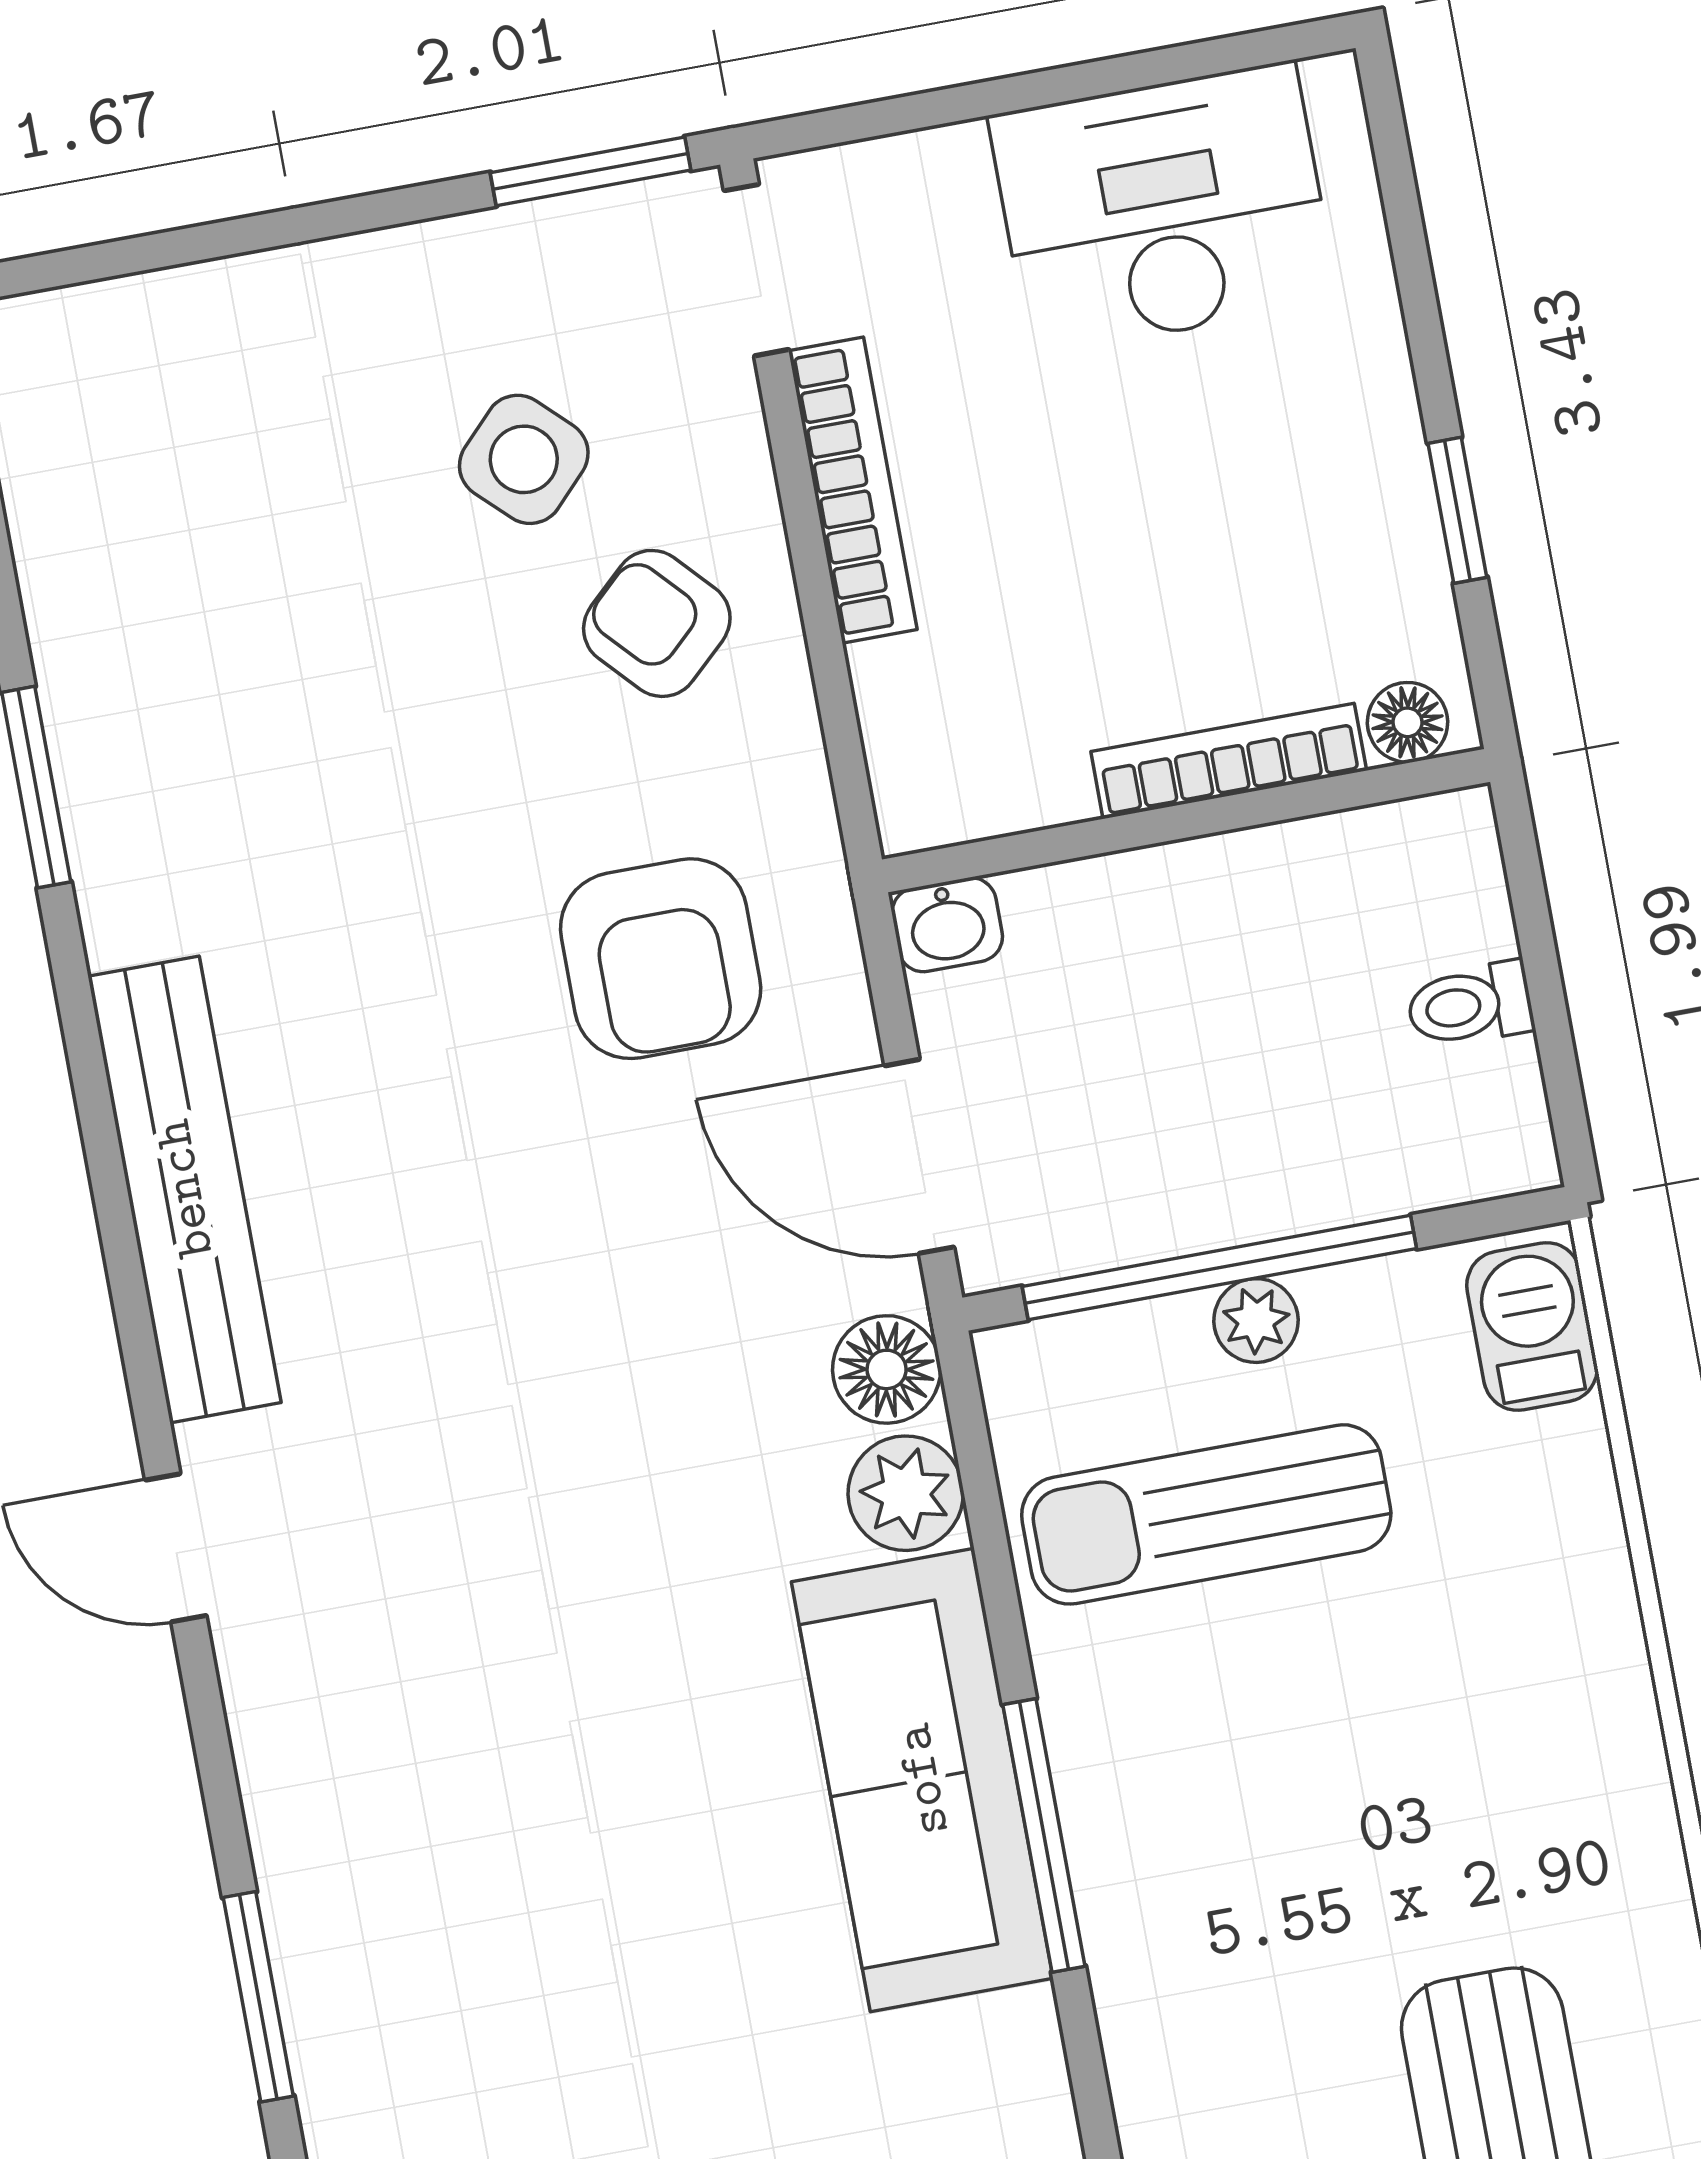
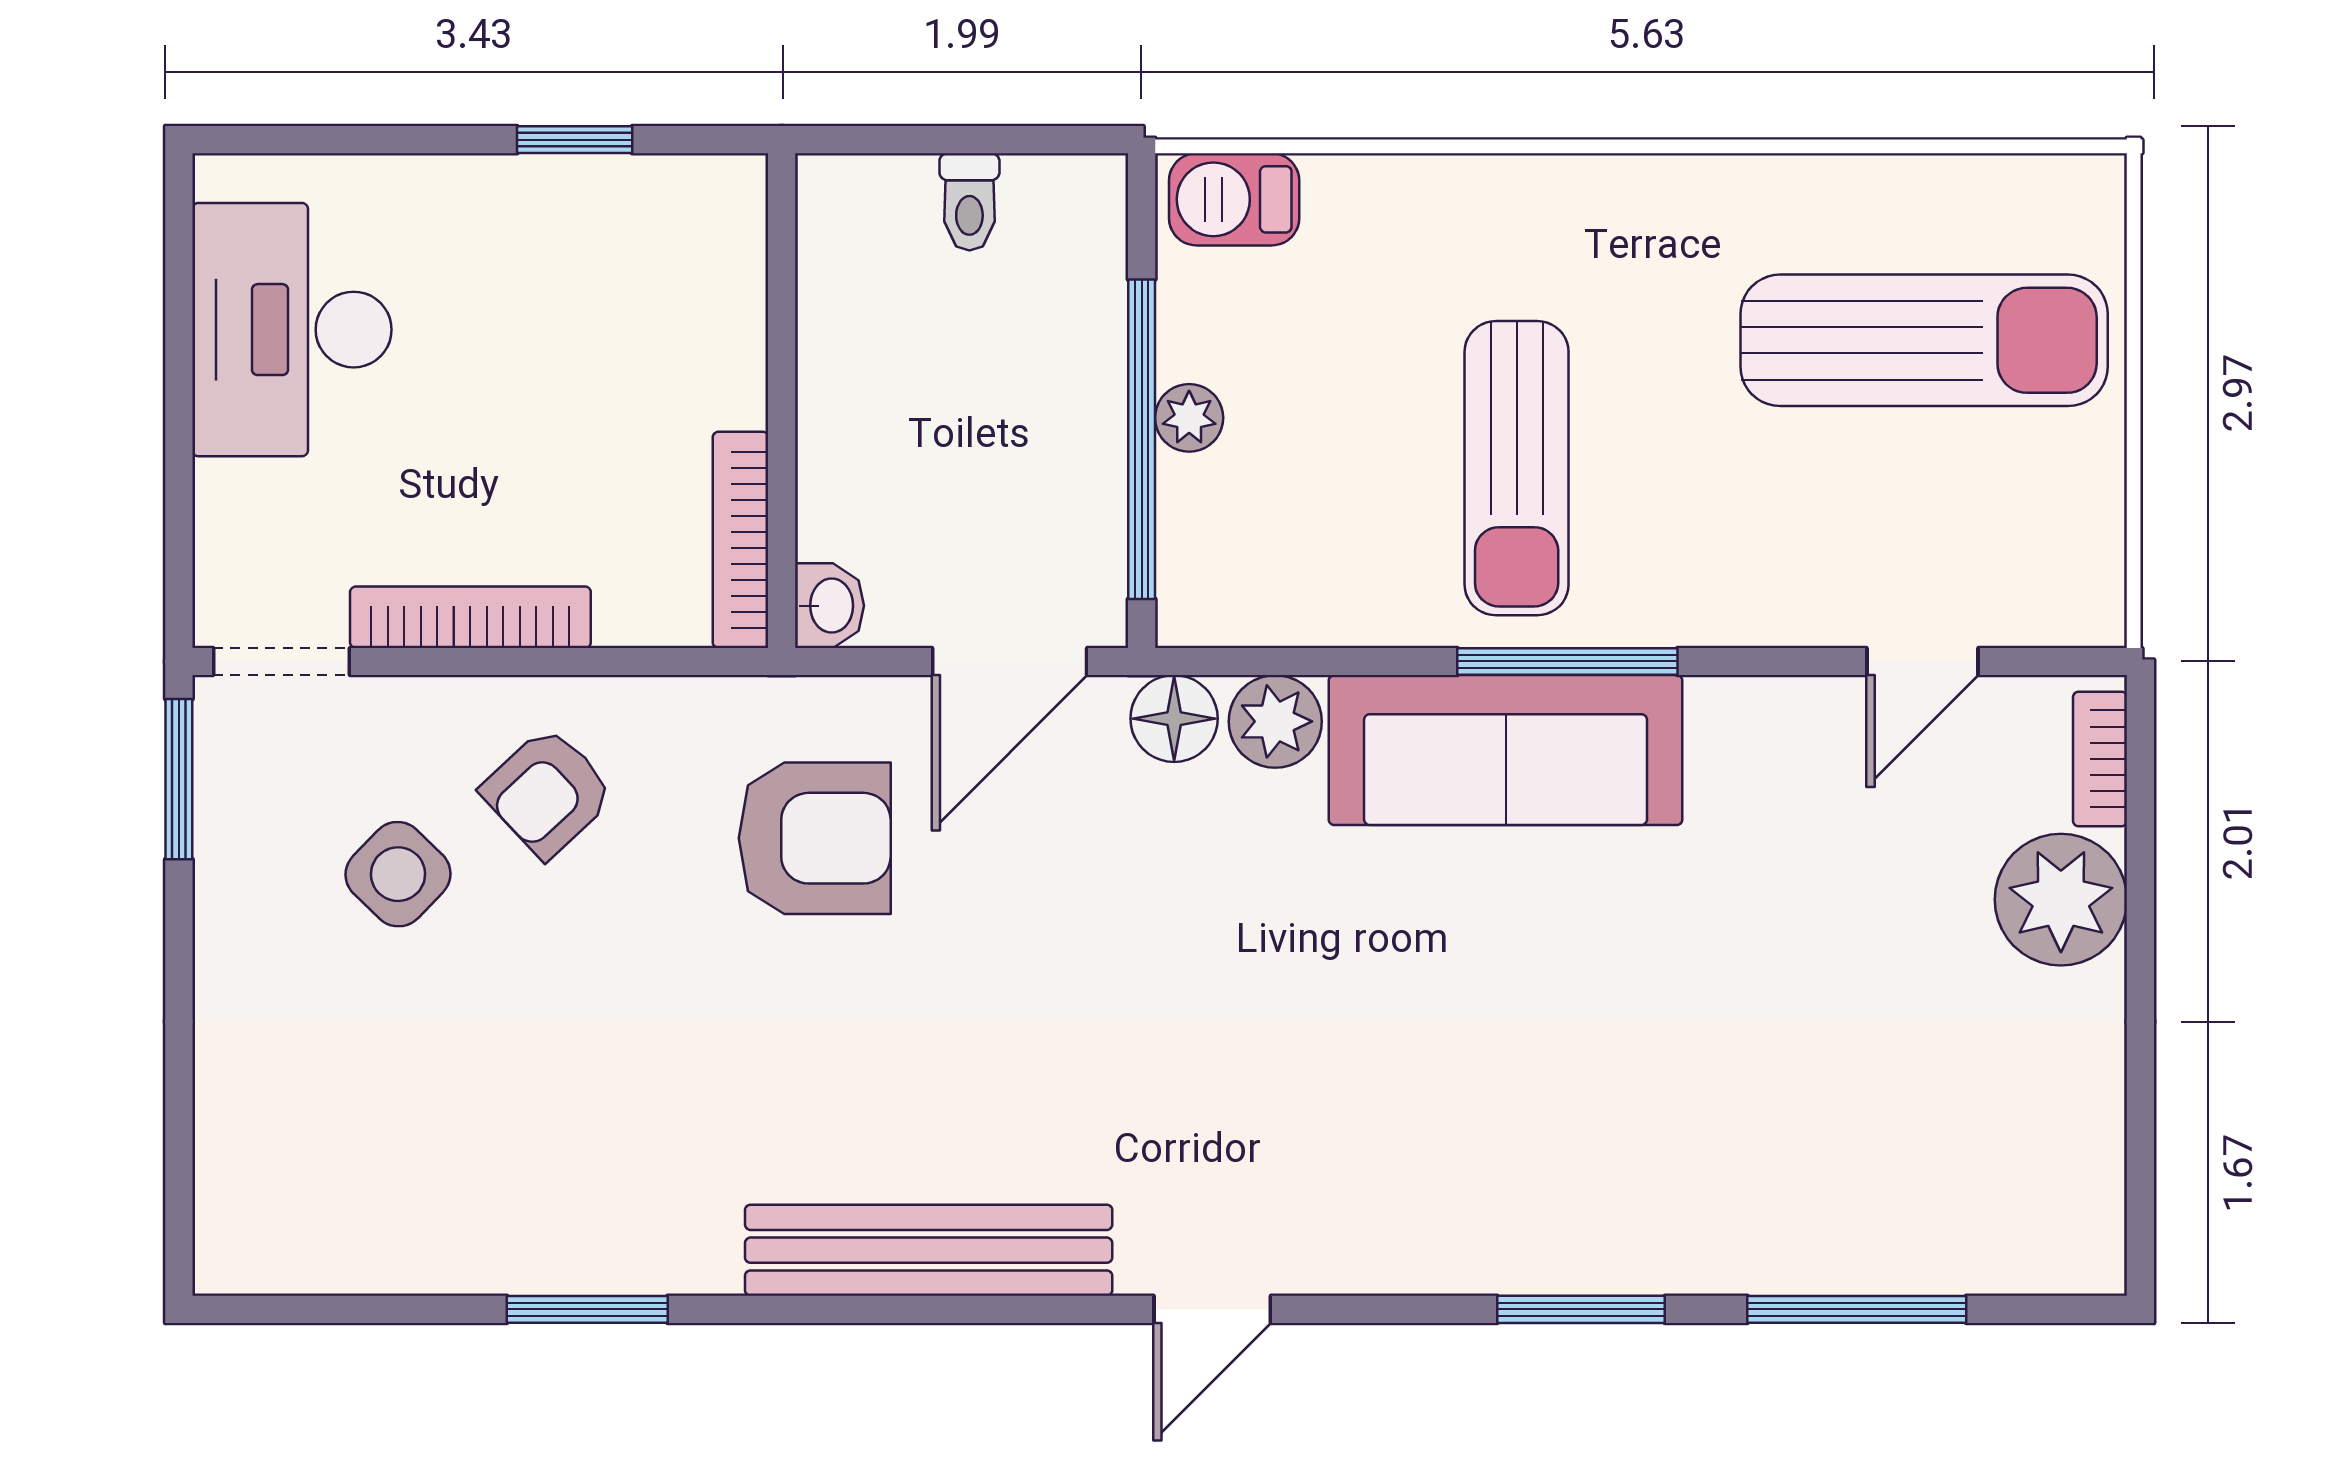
floor lamp: (1408, 722) -> (736, 210), removed
bookcase: (1229, 761) -> (741, 540), moved
sun lounger: (1206, 1514) -> (1517, 468), moved

